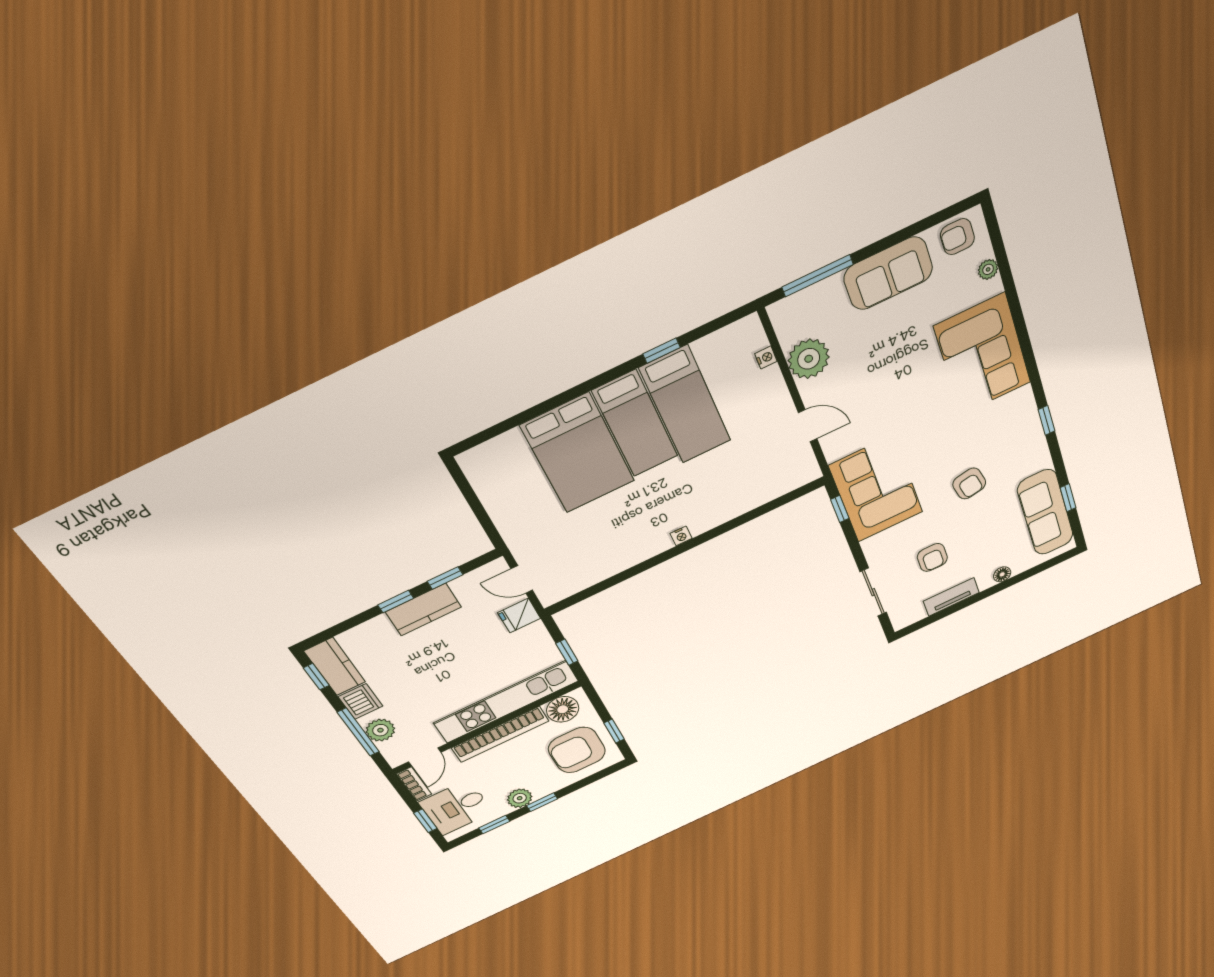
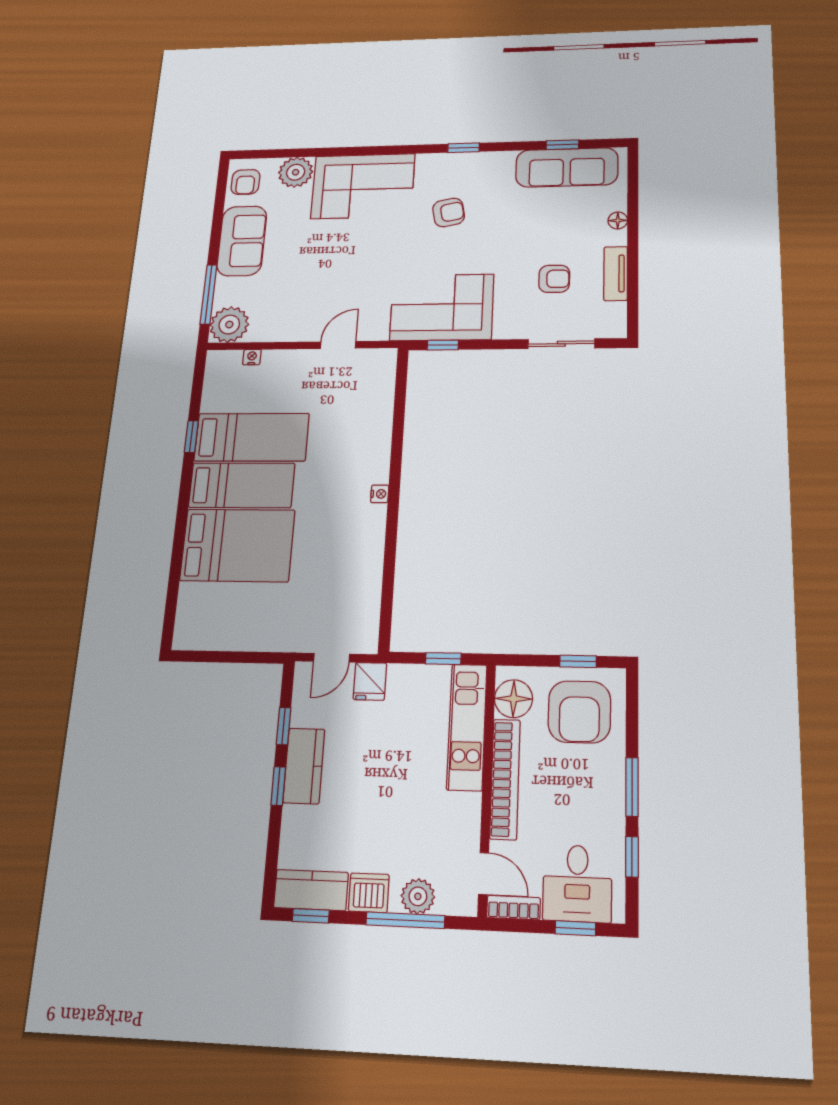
plant: (988, 269) -> (296, 172), width x1.87, depth x1.87
plant: (809, 359) -> (229, 325), moved
armchair: (969, 484) -> (449, 212), moved
kitchen unit: (506, 702) -> (467, 727), width x0.73
plant: (520, 798) -> (610, 808), removed
window: (542, 802) -> (632, 787), width x1.50

